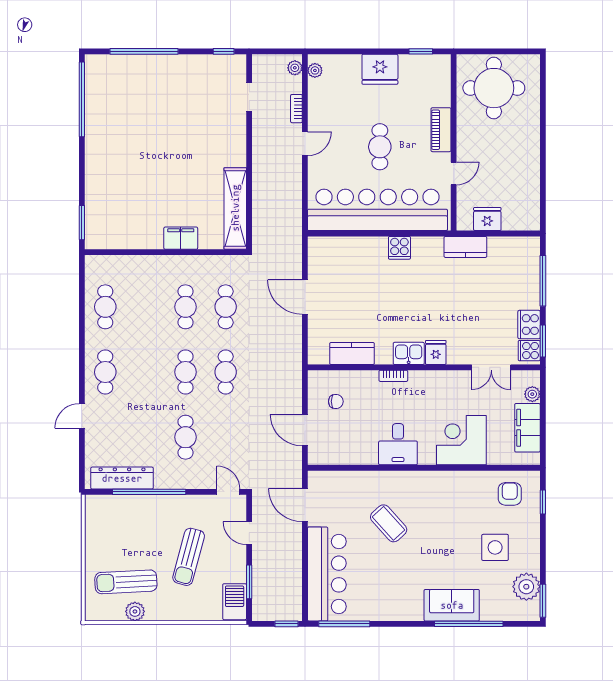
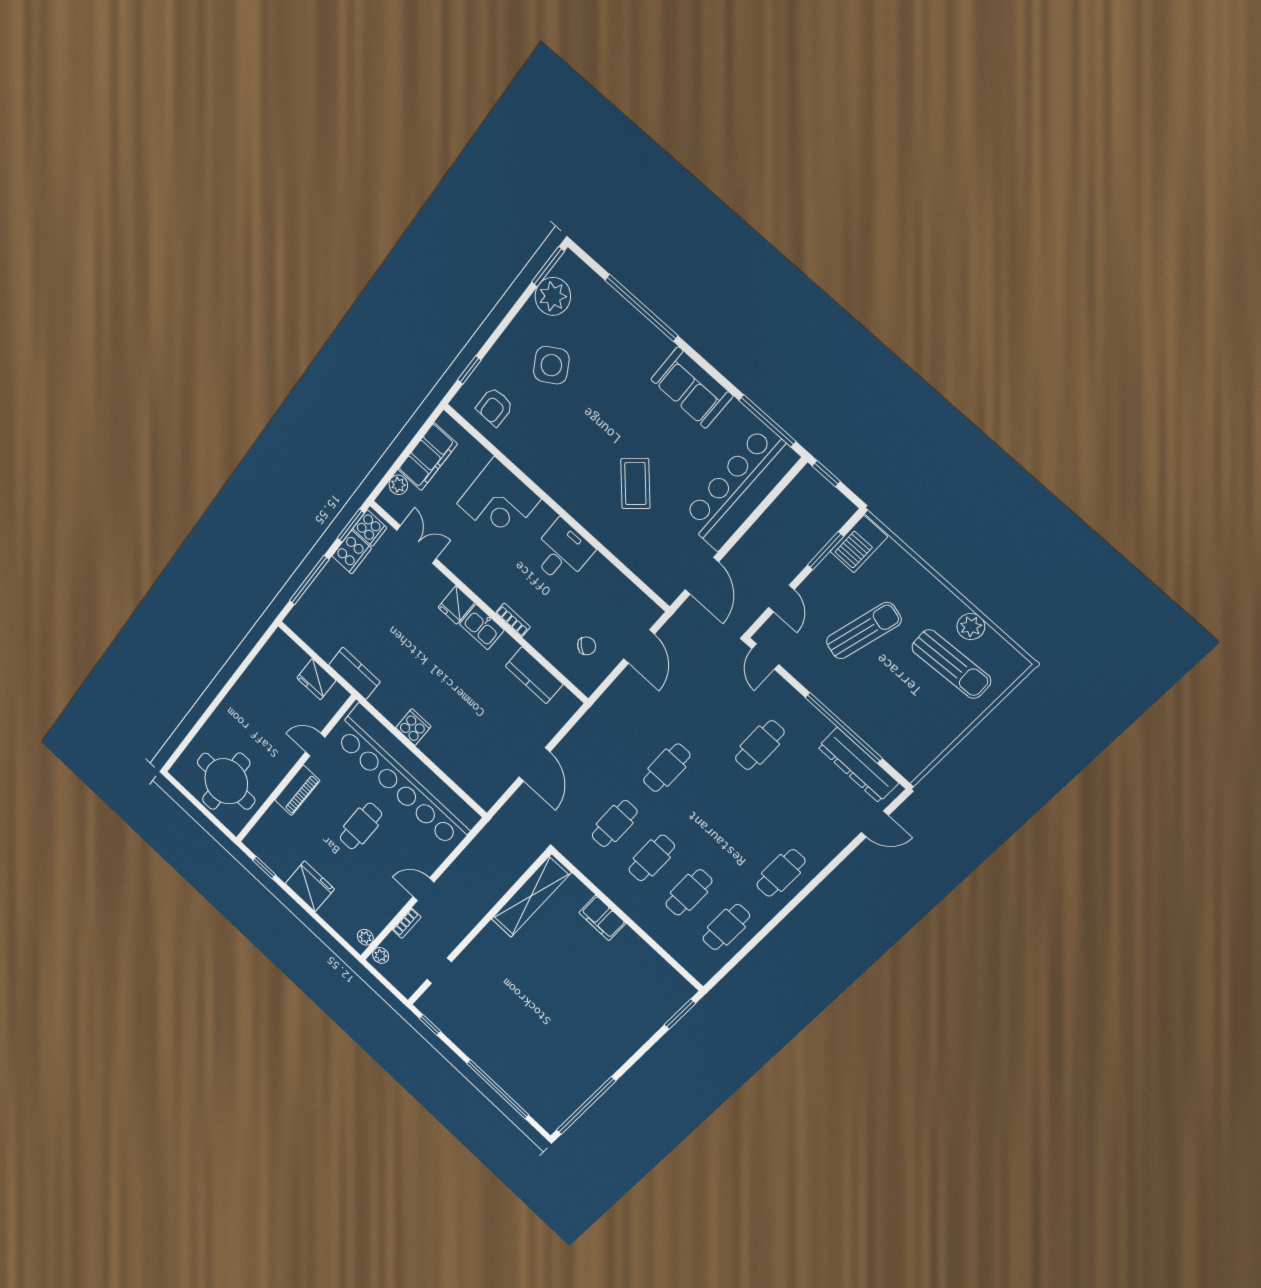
cafe table: (186, 372) -> (689, 892), moved
chair: (336, 401) -> (587, 646), turned 132
door: (82, 416) -> (875, 824), moved
side table: (495, 547) -> (551, 365), turned -31
sofa: (452, 605) -> (692, 388), moved

